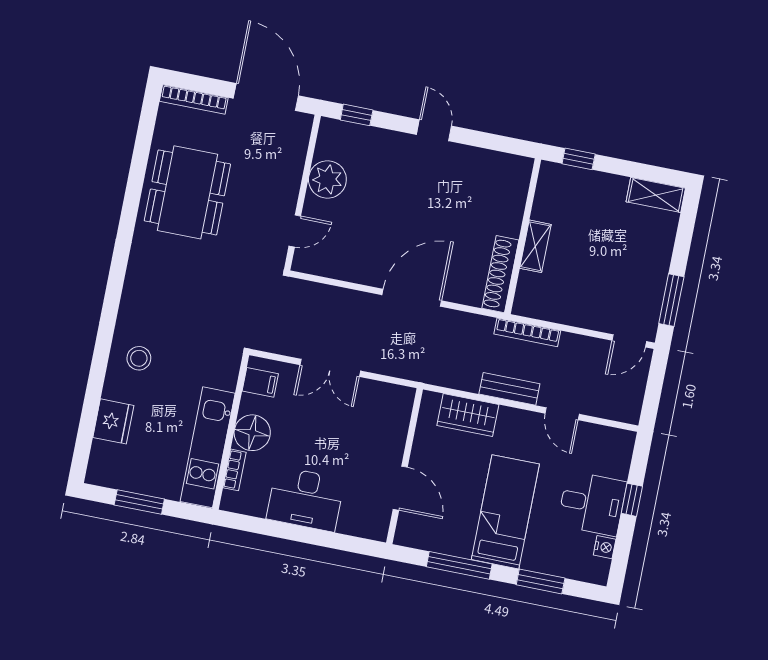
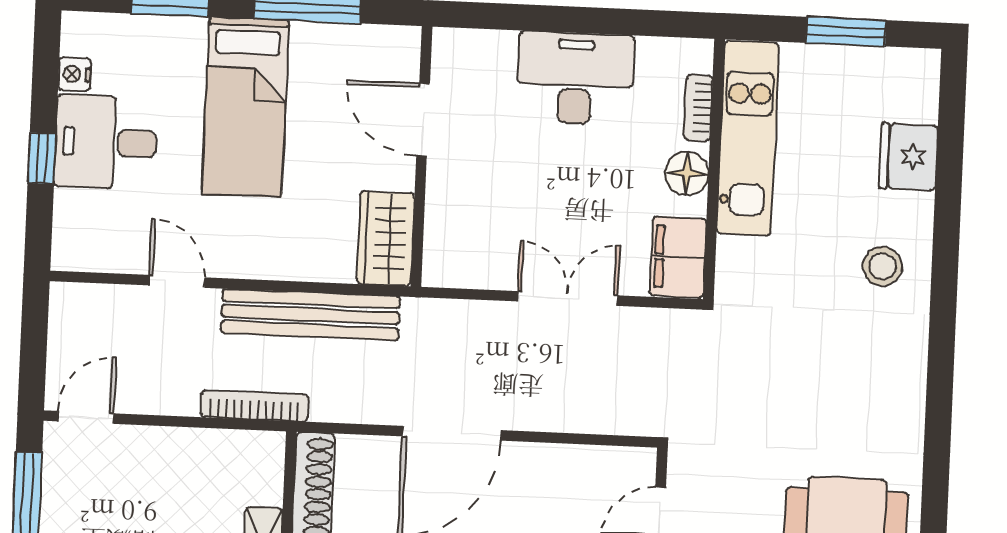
filing cabinet: (260, 382) -> (678, 257), width x2.00
bench: (509, 389) -> (310, 315), width x1.86, depth x1.21
wardrobe: (468, 415) -> (386, 238), moved, turned -90
floor lamp: (252, 433) -> (687, 173), width x0.73, depth x0.73

